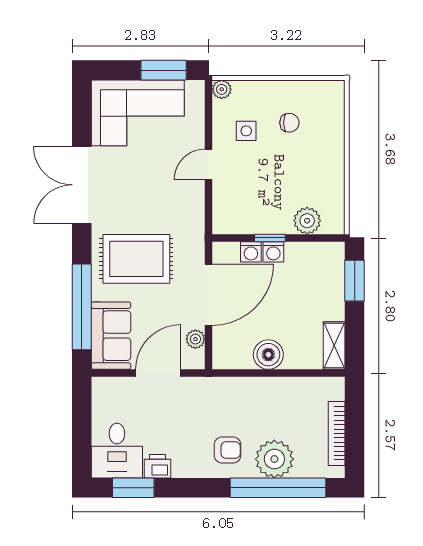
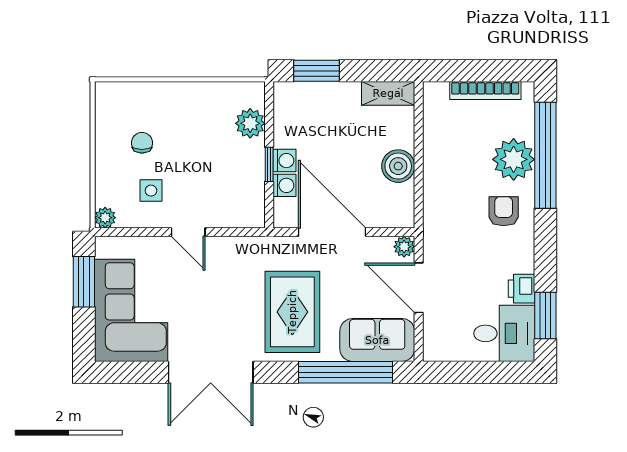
plant: (195, 339) -> (404, 247), moved

